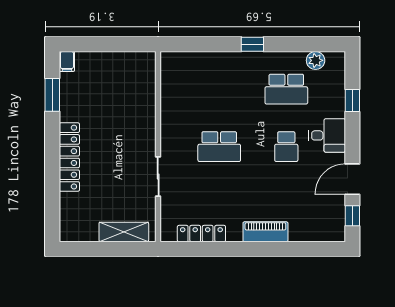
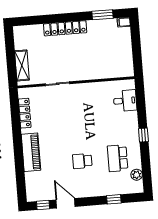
desk: (327, 135) -> (125, 101), moved, turned -90
school desk: (219, 147) -> (79, 120), removed
piano: (265, 232) -> (31, 152), width x1.37, depth x1.33

